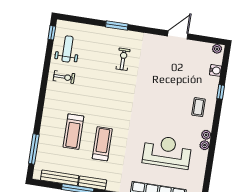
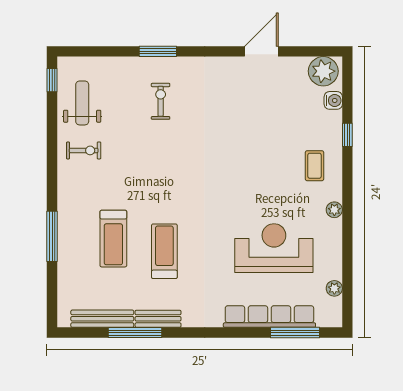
plant: (217, 49) -> (323, 71), width x1.88, depth x1.88
exercise bike: (123, 59) -> (161, 101), moved
plant: (205, 145) -> (334, 288), moved
window: (34, 149) -> (52, 236), moved

